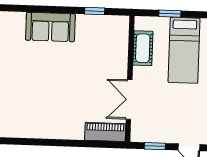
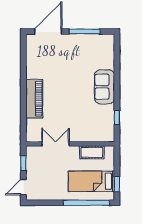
window: (170, 14) -> (117, 184), moved
piano: (105, 132) -> (34, 99), moved, width x1.37, depth x1.33

